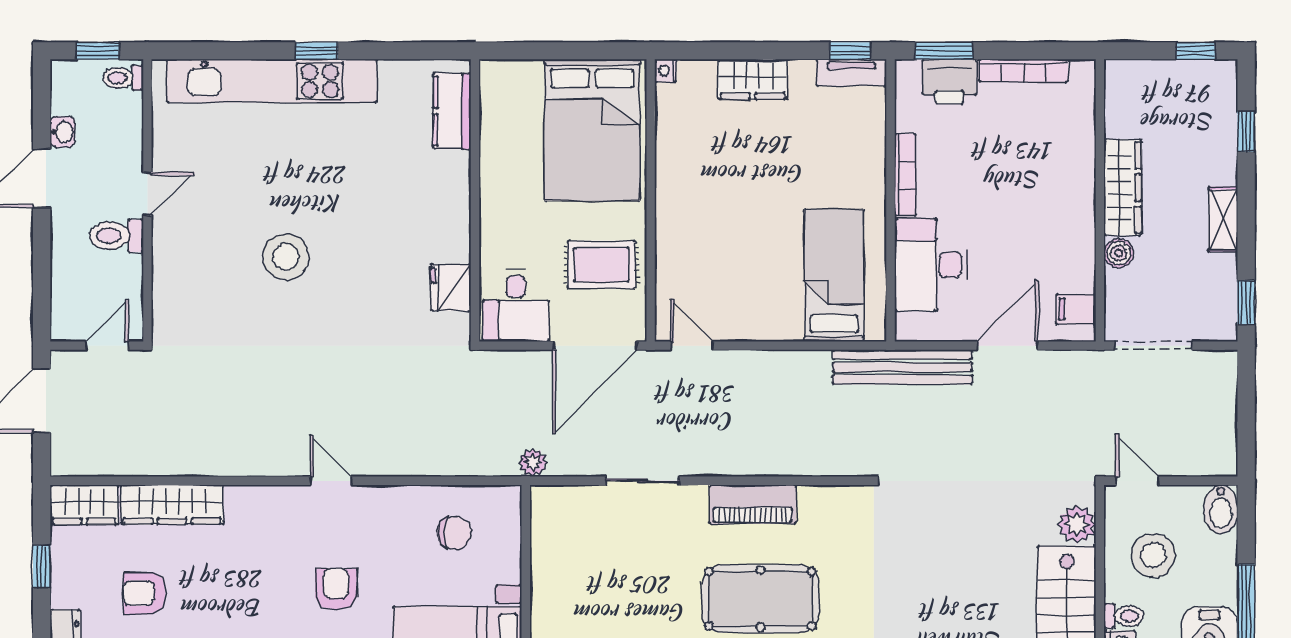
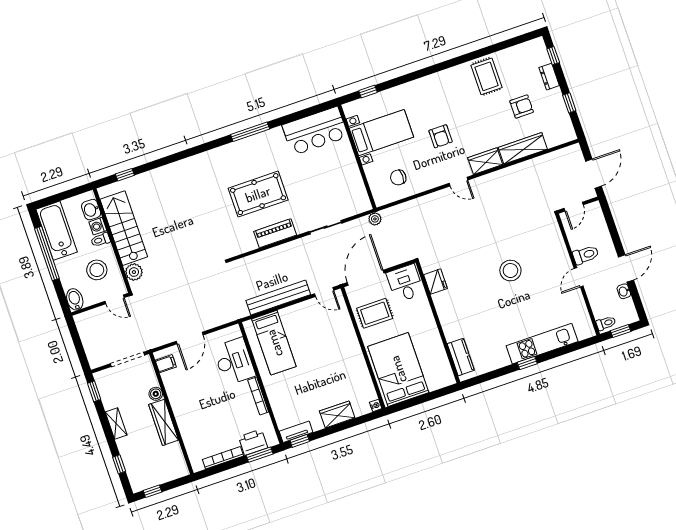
kitchen unit: (272, 81) -> (542, 344), width x0.73
bench: (902, 367) -> (278, 298), moved
wardrobe: (84, 505) -> (485, 161), moved

